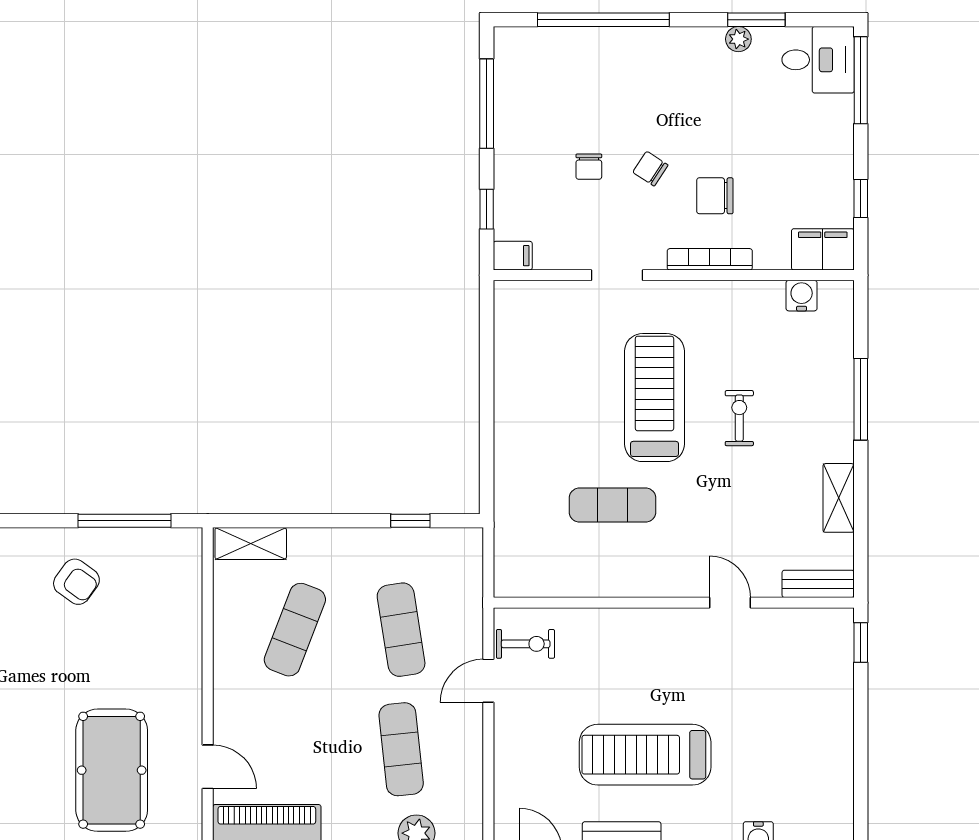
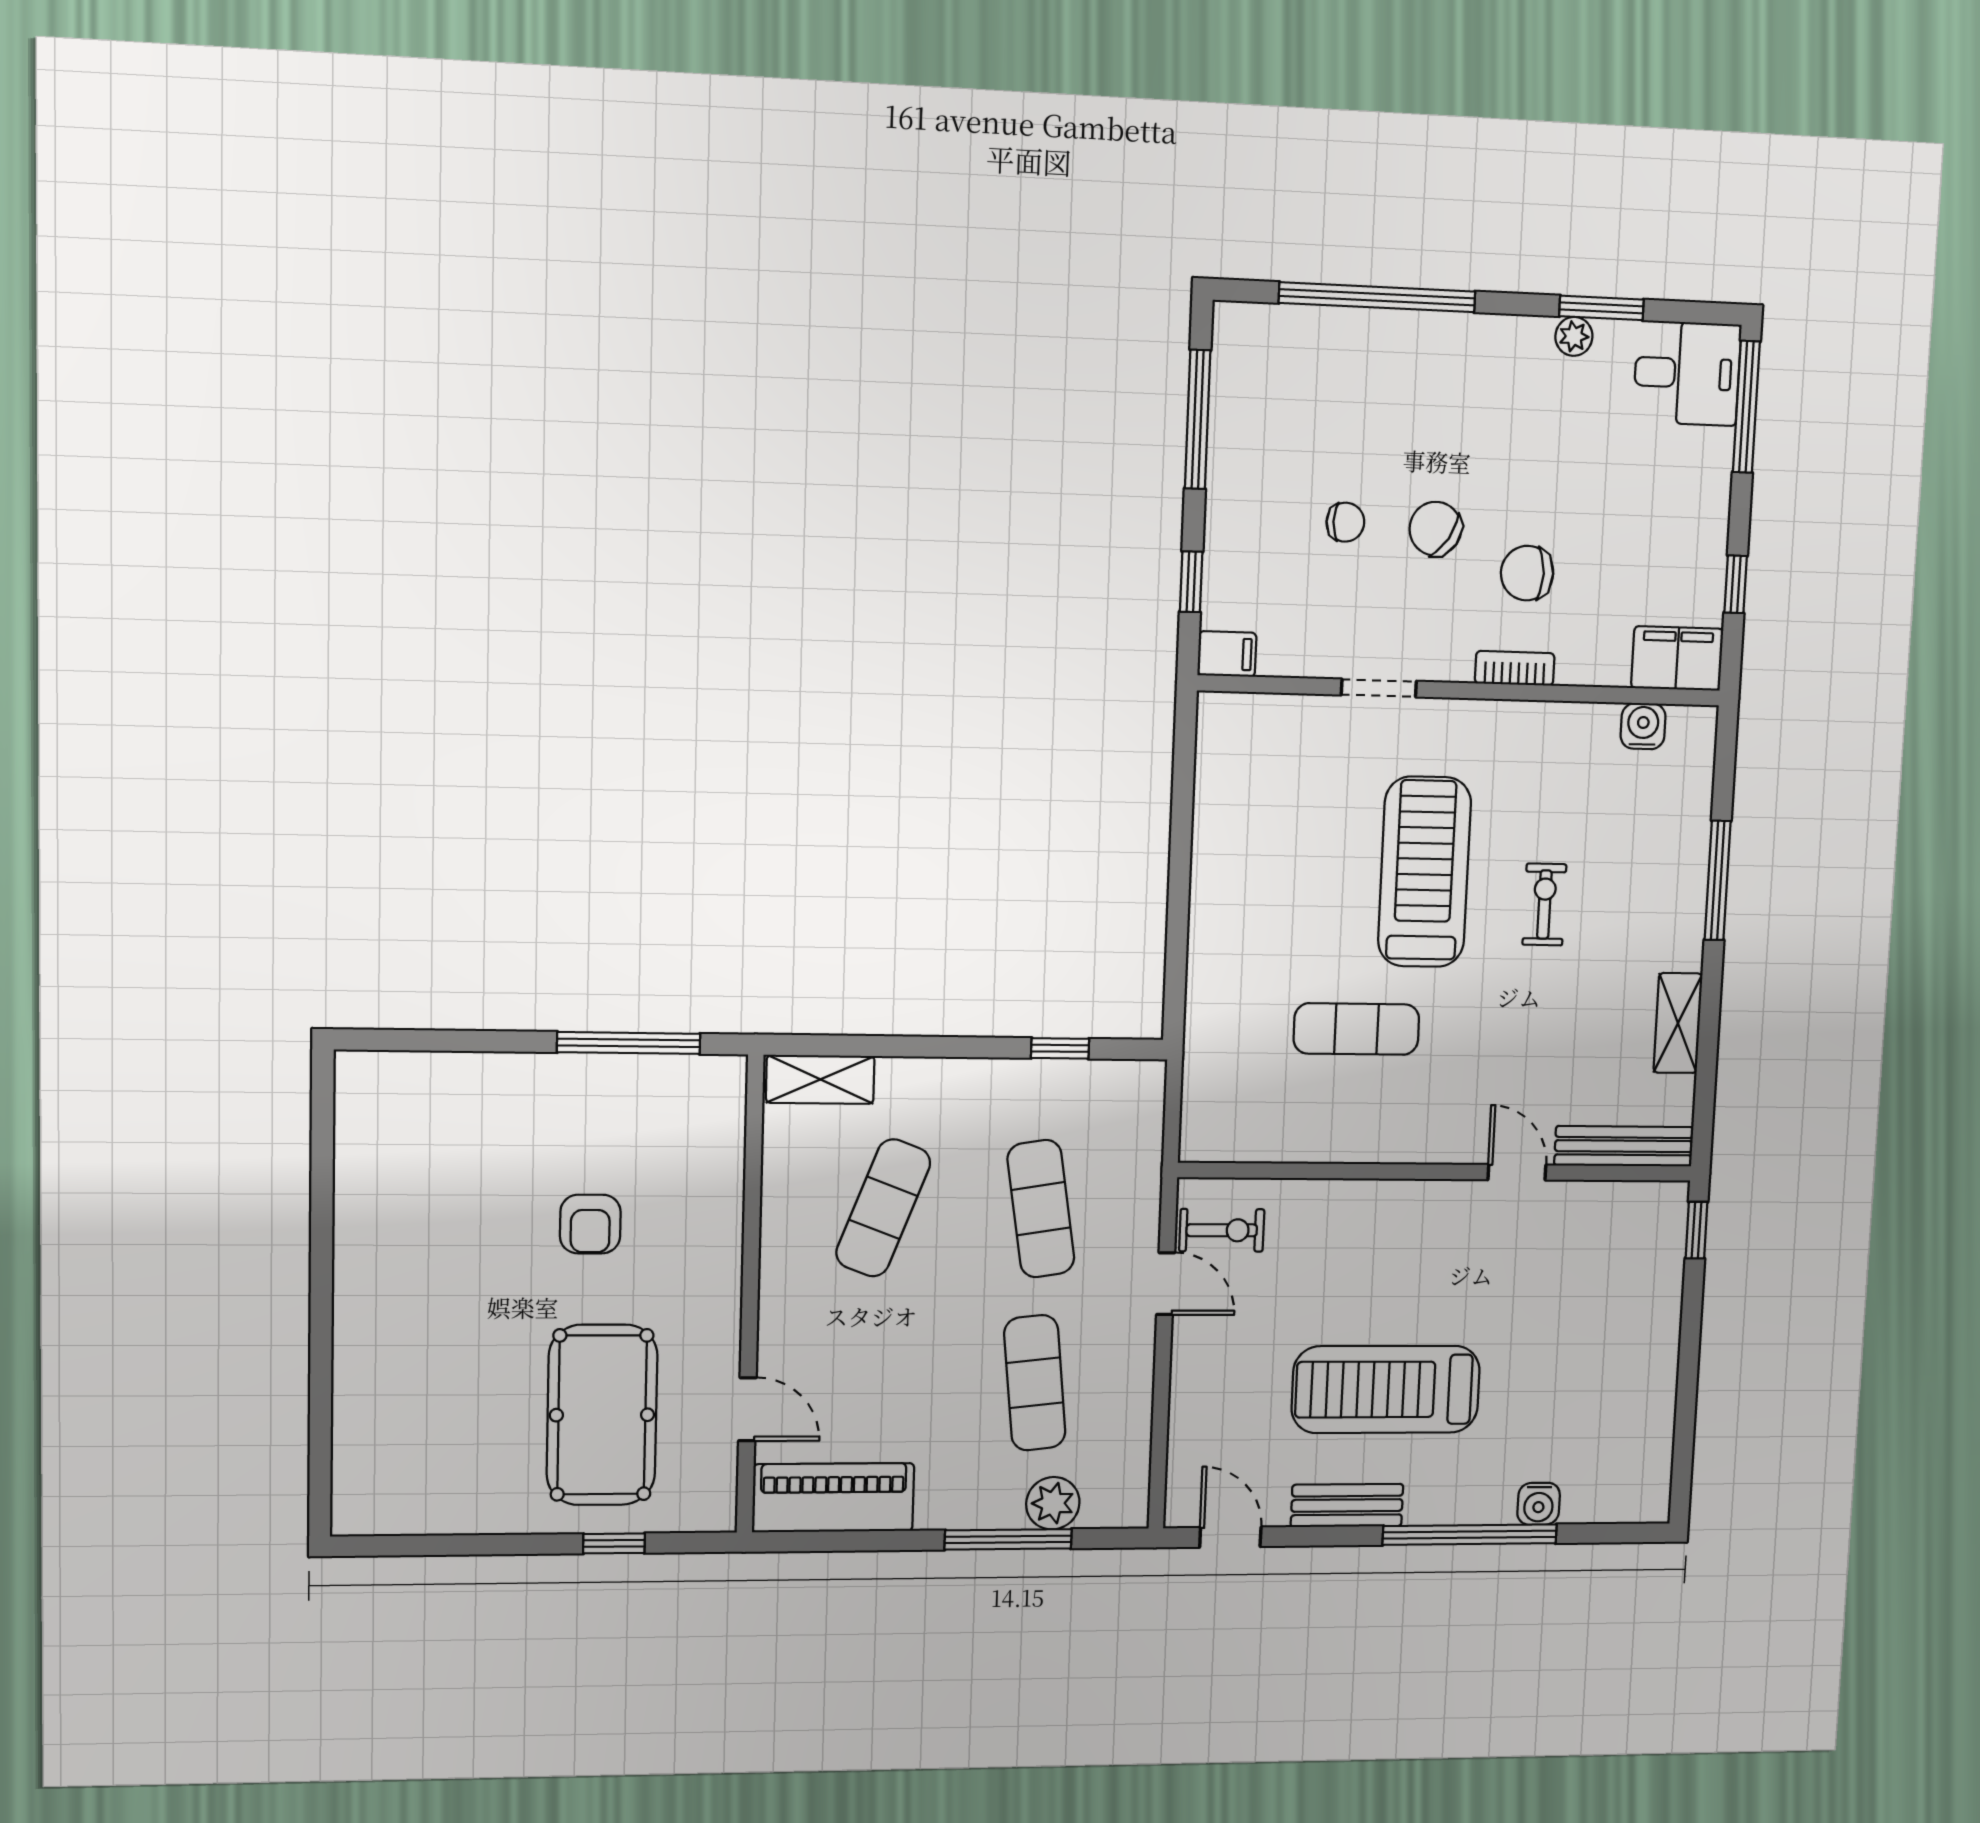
chair: (589, 167) -> (1345, 522), turned -90
chair: (650, 169) -> (1435, 529), width x1.37, depth x1.37
bookcase: (710, 259) -> (1515, 668), width x0.64
armchair: (76, 582) -> (590, 1224), moved, turned 54
bench: (818, 584) -> (1624, 1146), width x1.36
door: (488, 681) -> (1166, 1284), swing flipped

